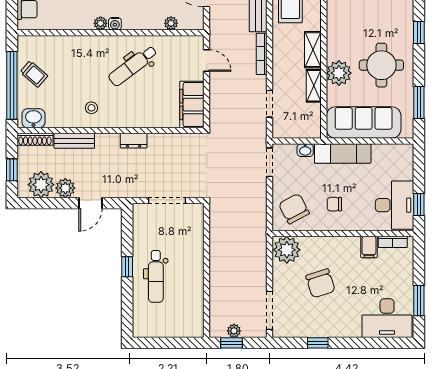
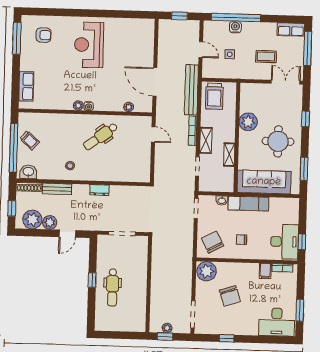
shelving: (313, 50) -> (206, 140), moved
plant: (339, 73) -> (248, 122), moved
filing cabinet: (192, 105) -> (142, 165), removed

